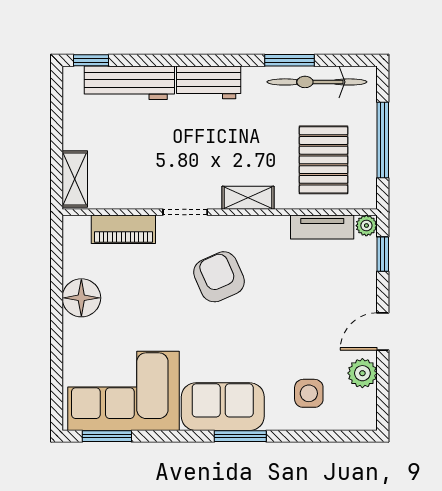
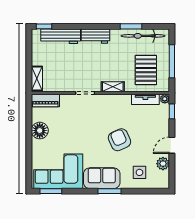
piano: (123, 229) -> (45, 100), moved
armchair: (219, 277) -> (119, 140), moved

